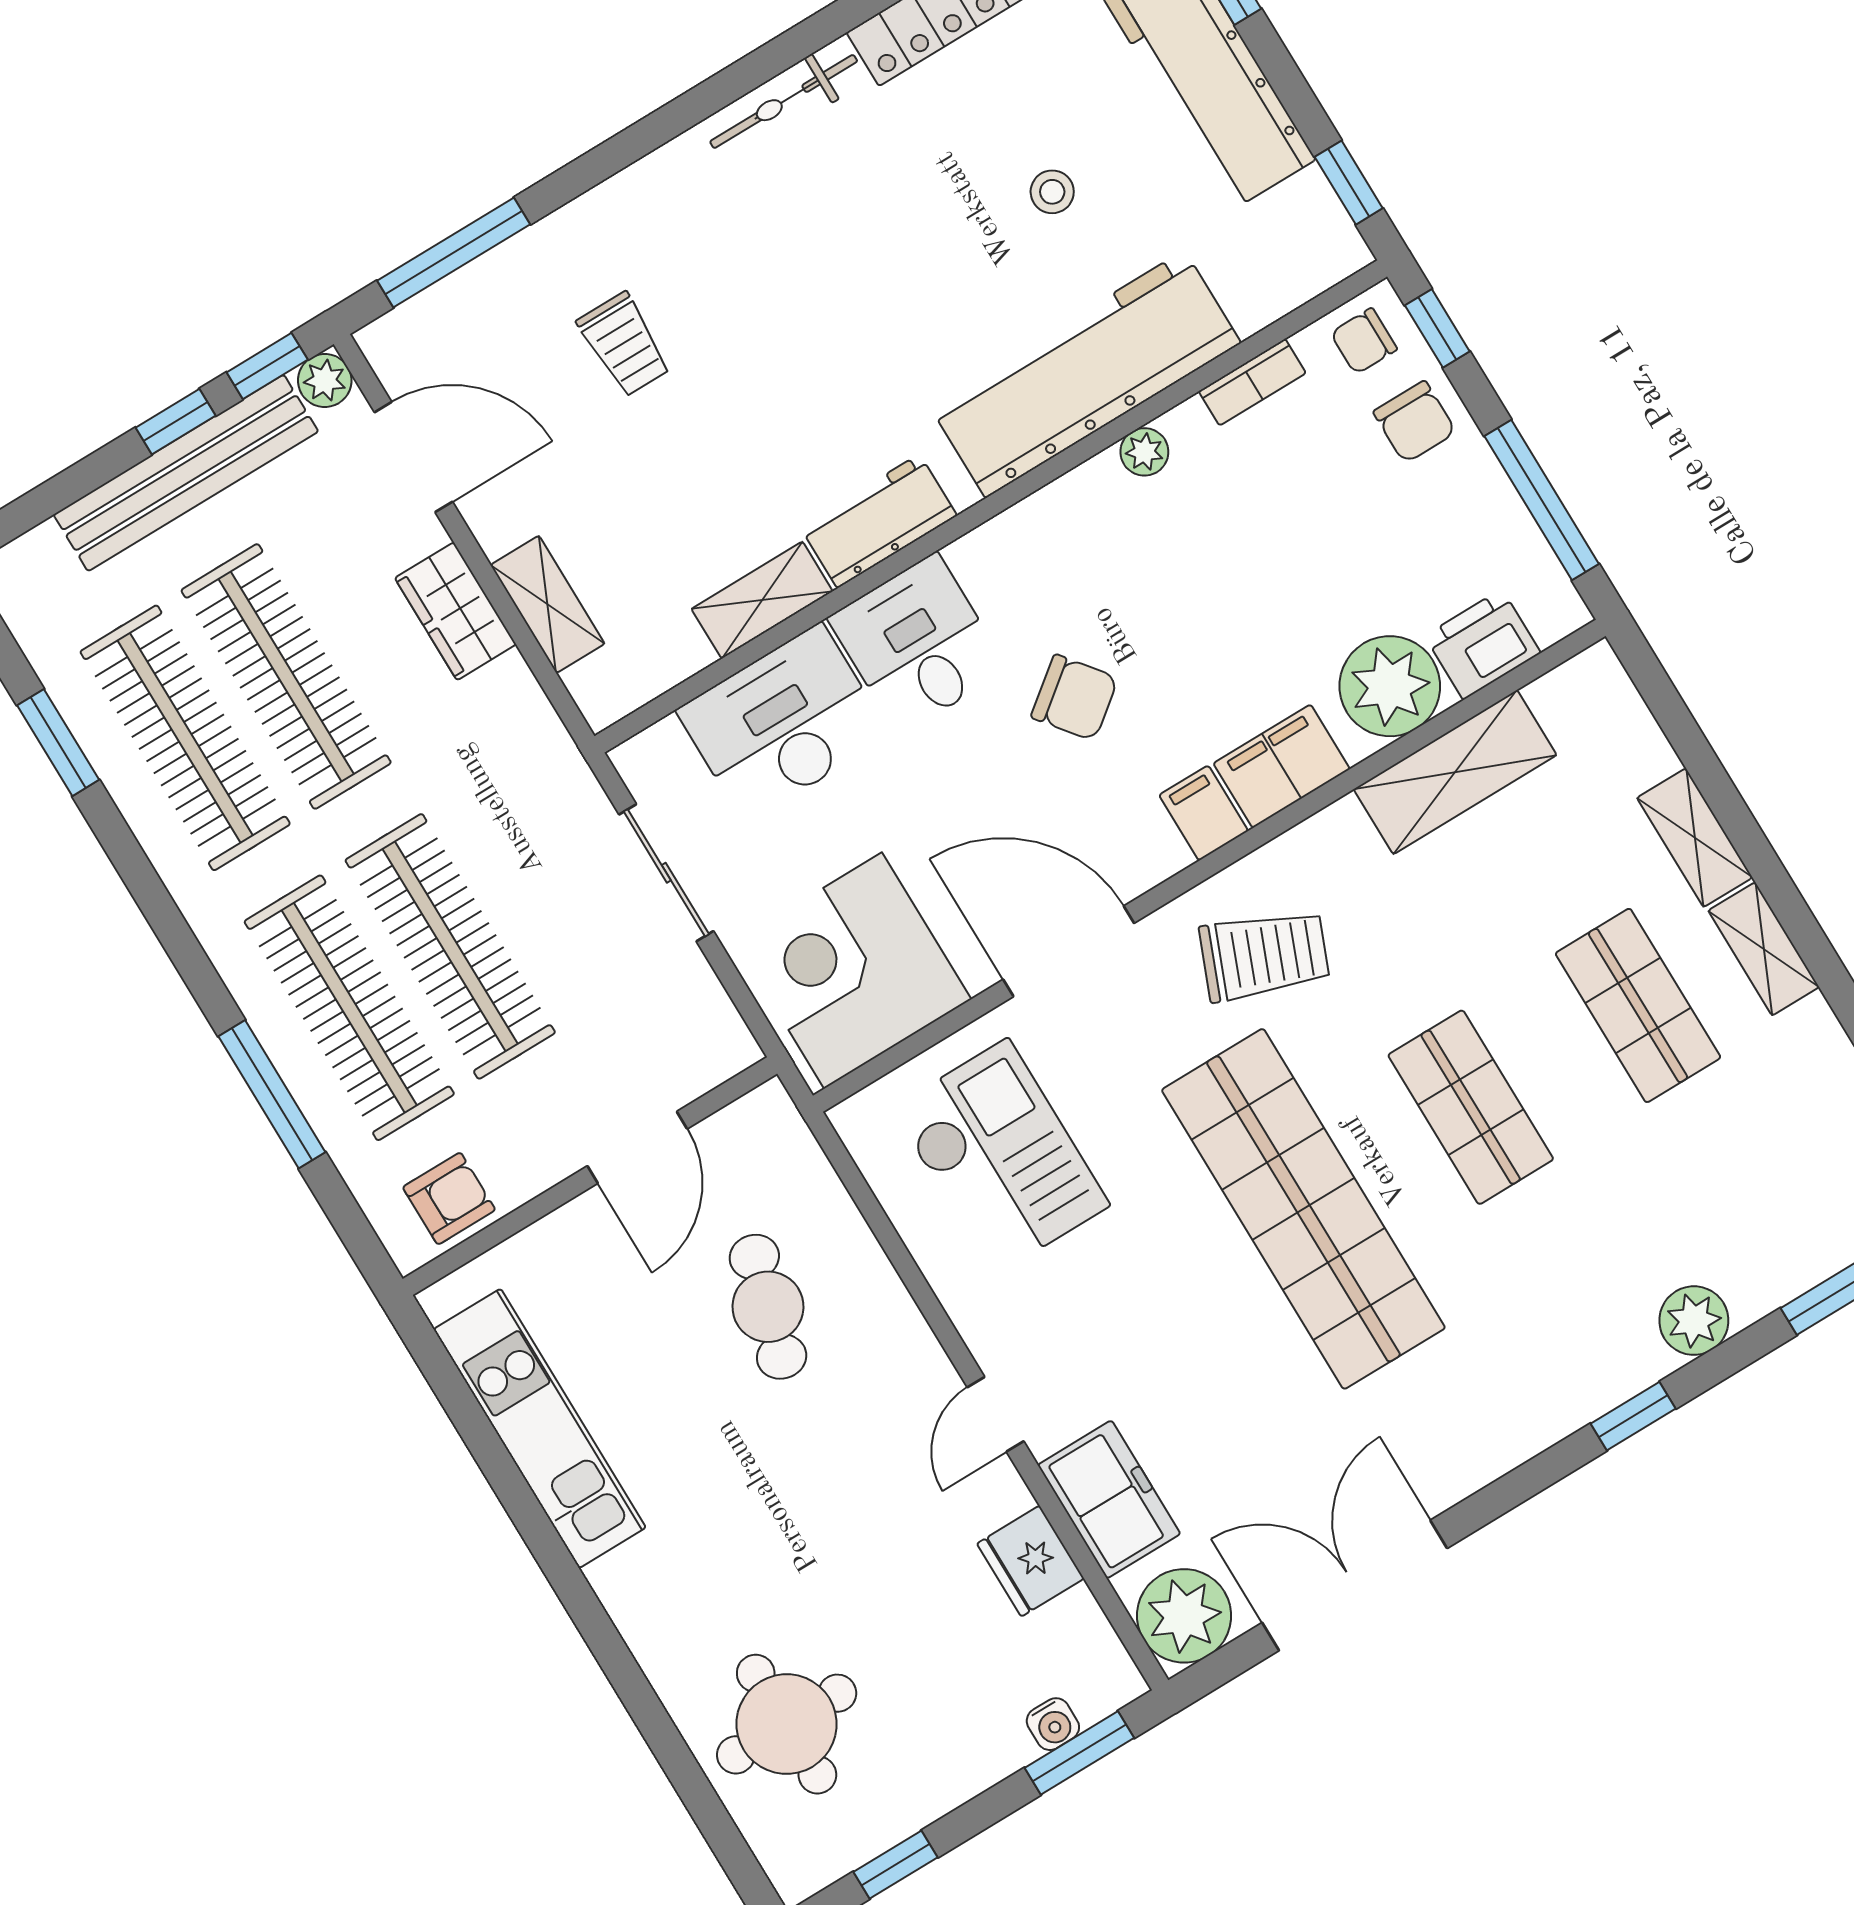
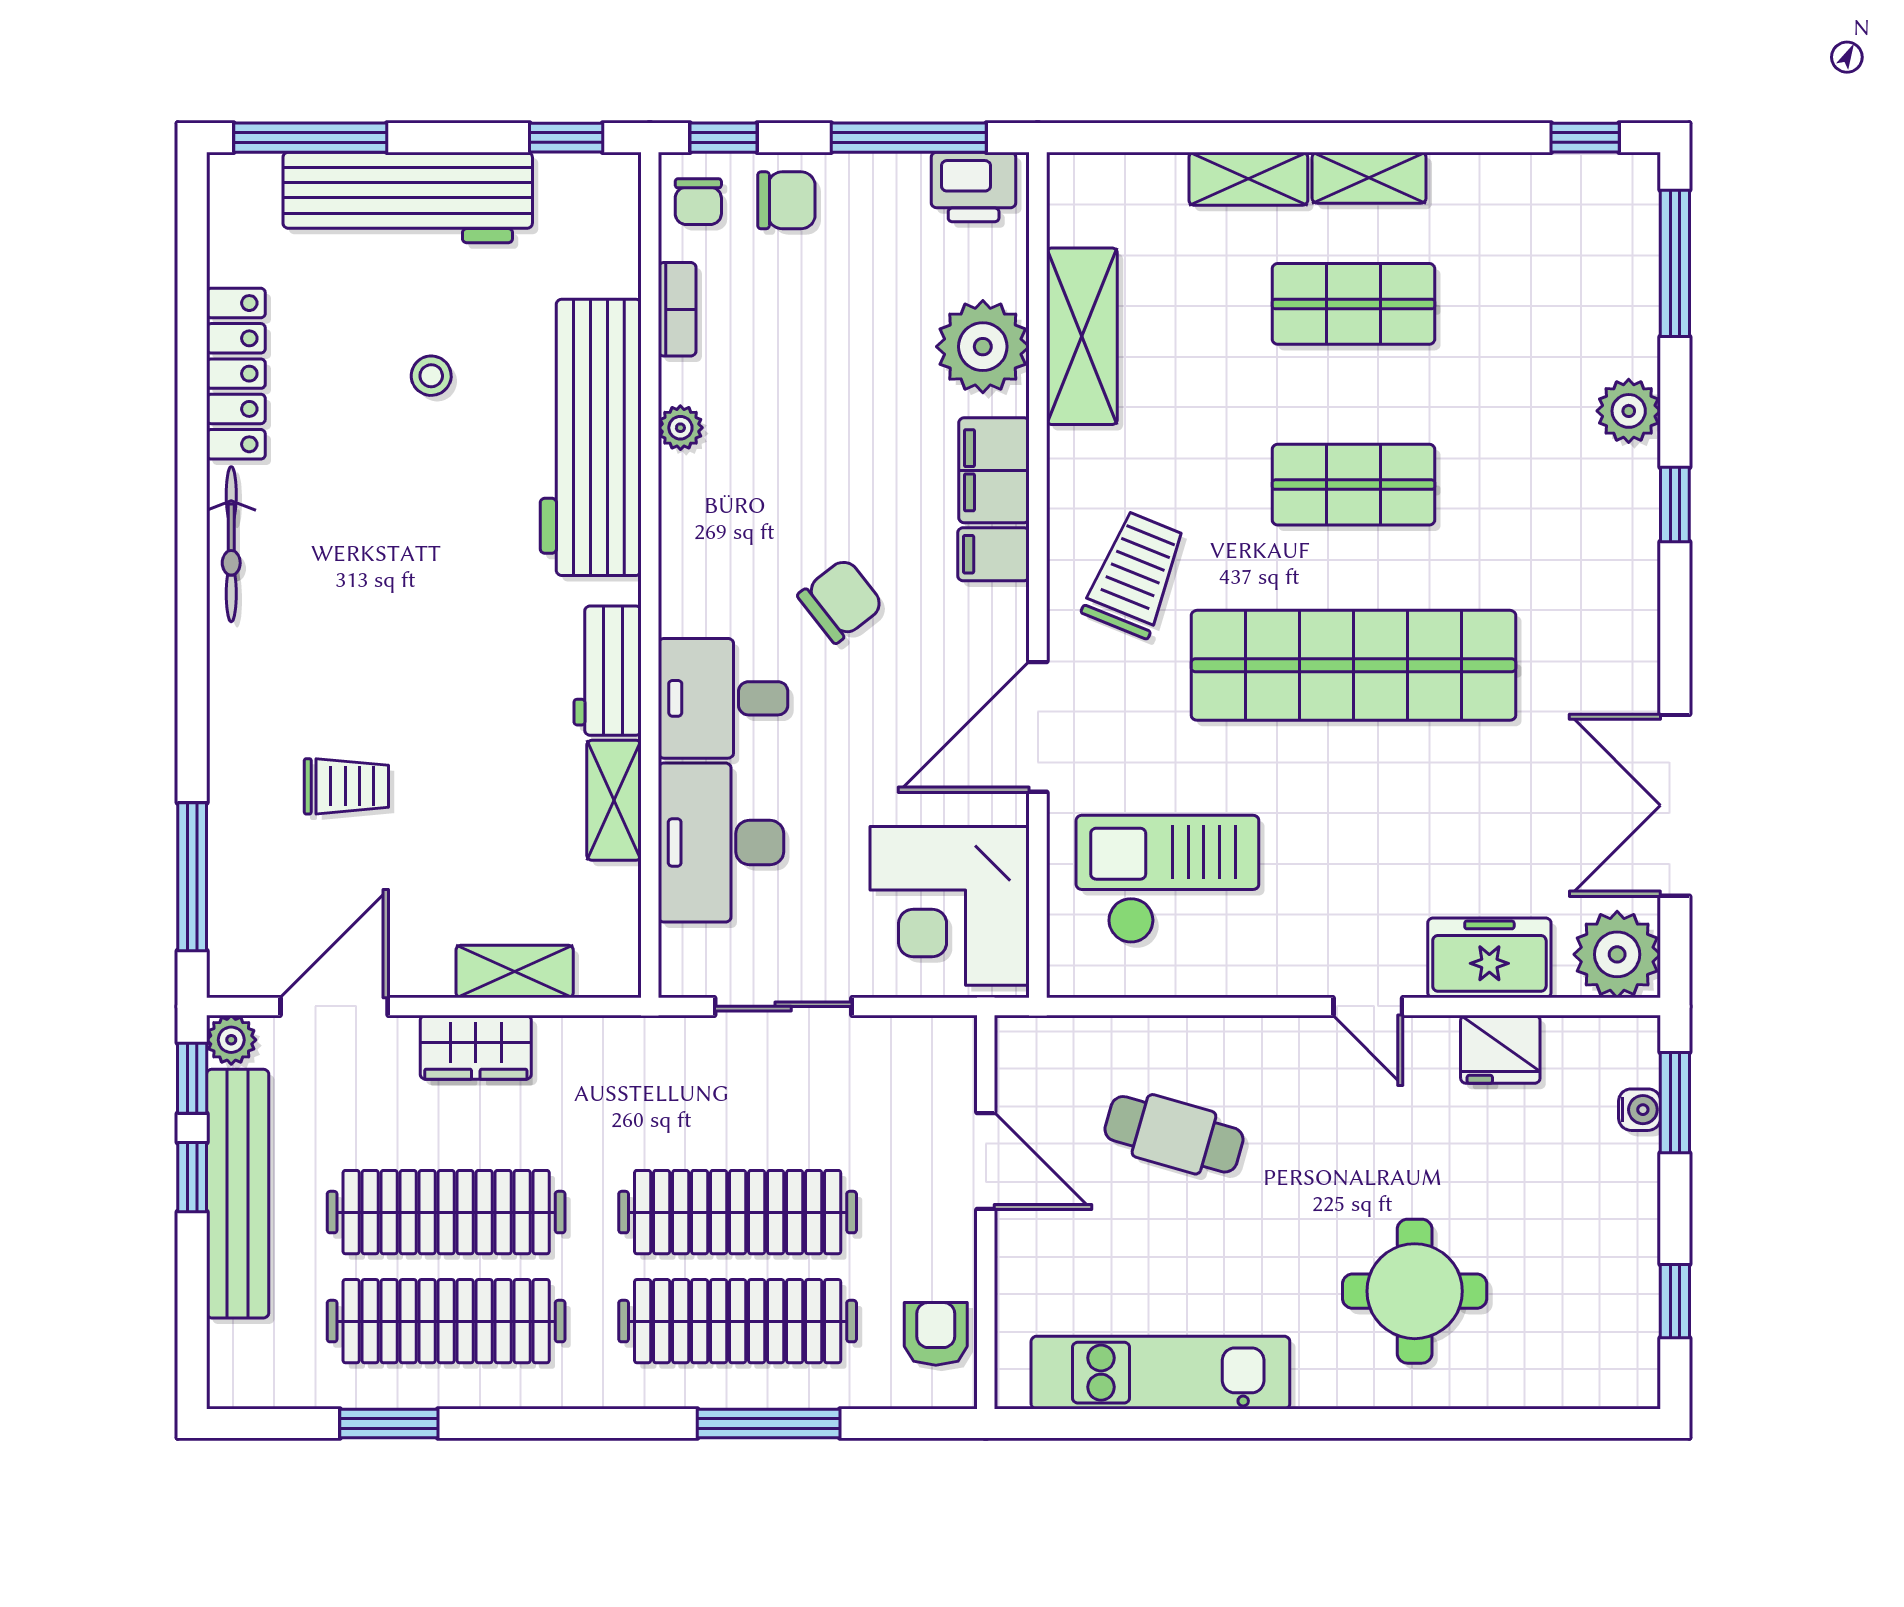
printer: (1482, 644) -> (974, 187), moved, turned -90
round table: (787, 1724) -> (1415, 1291), moved

